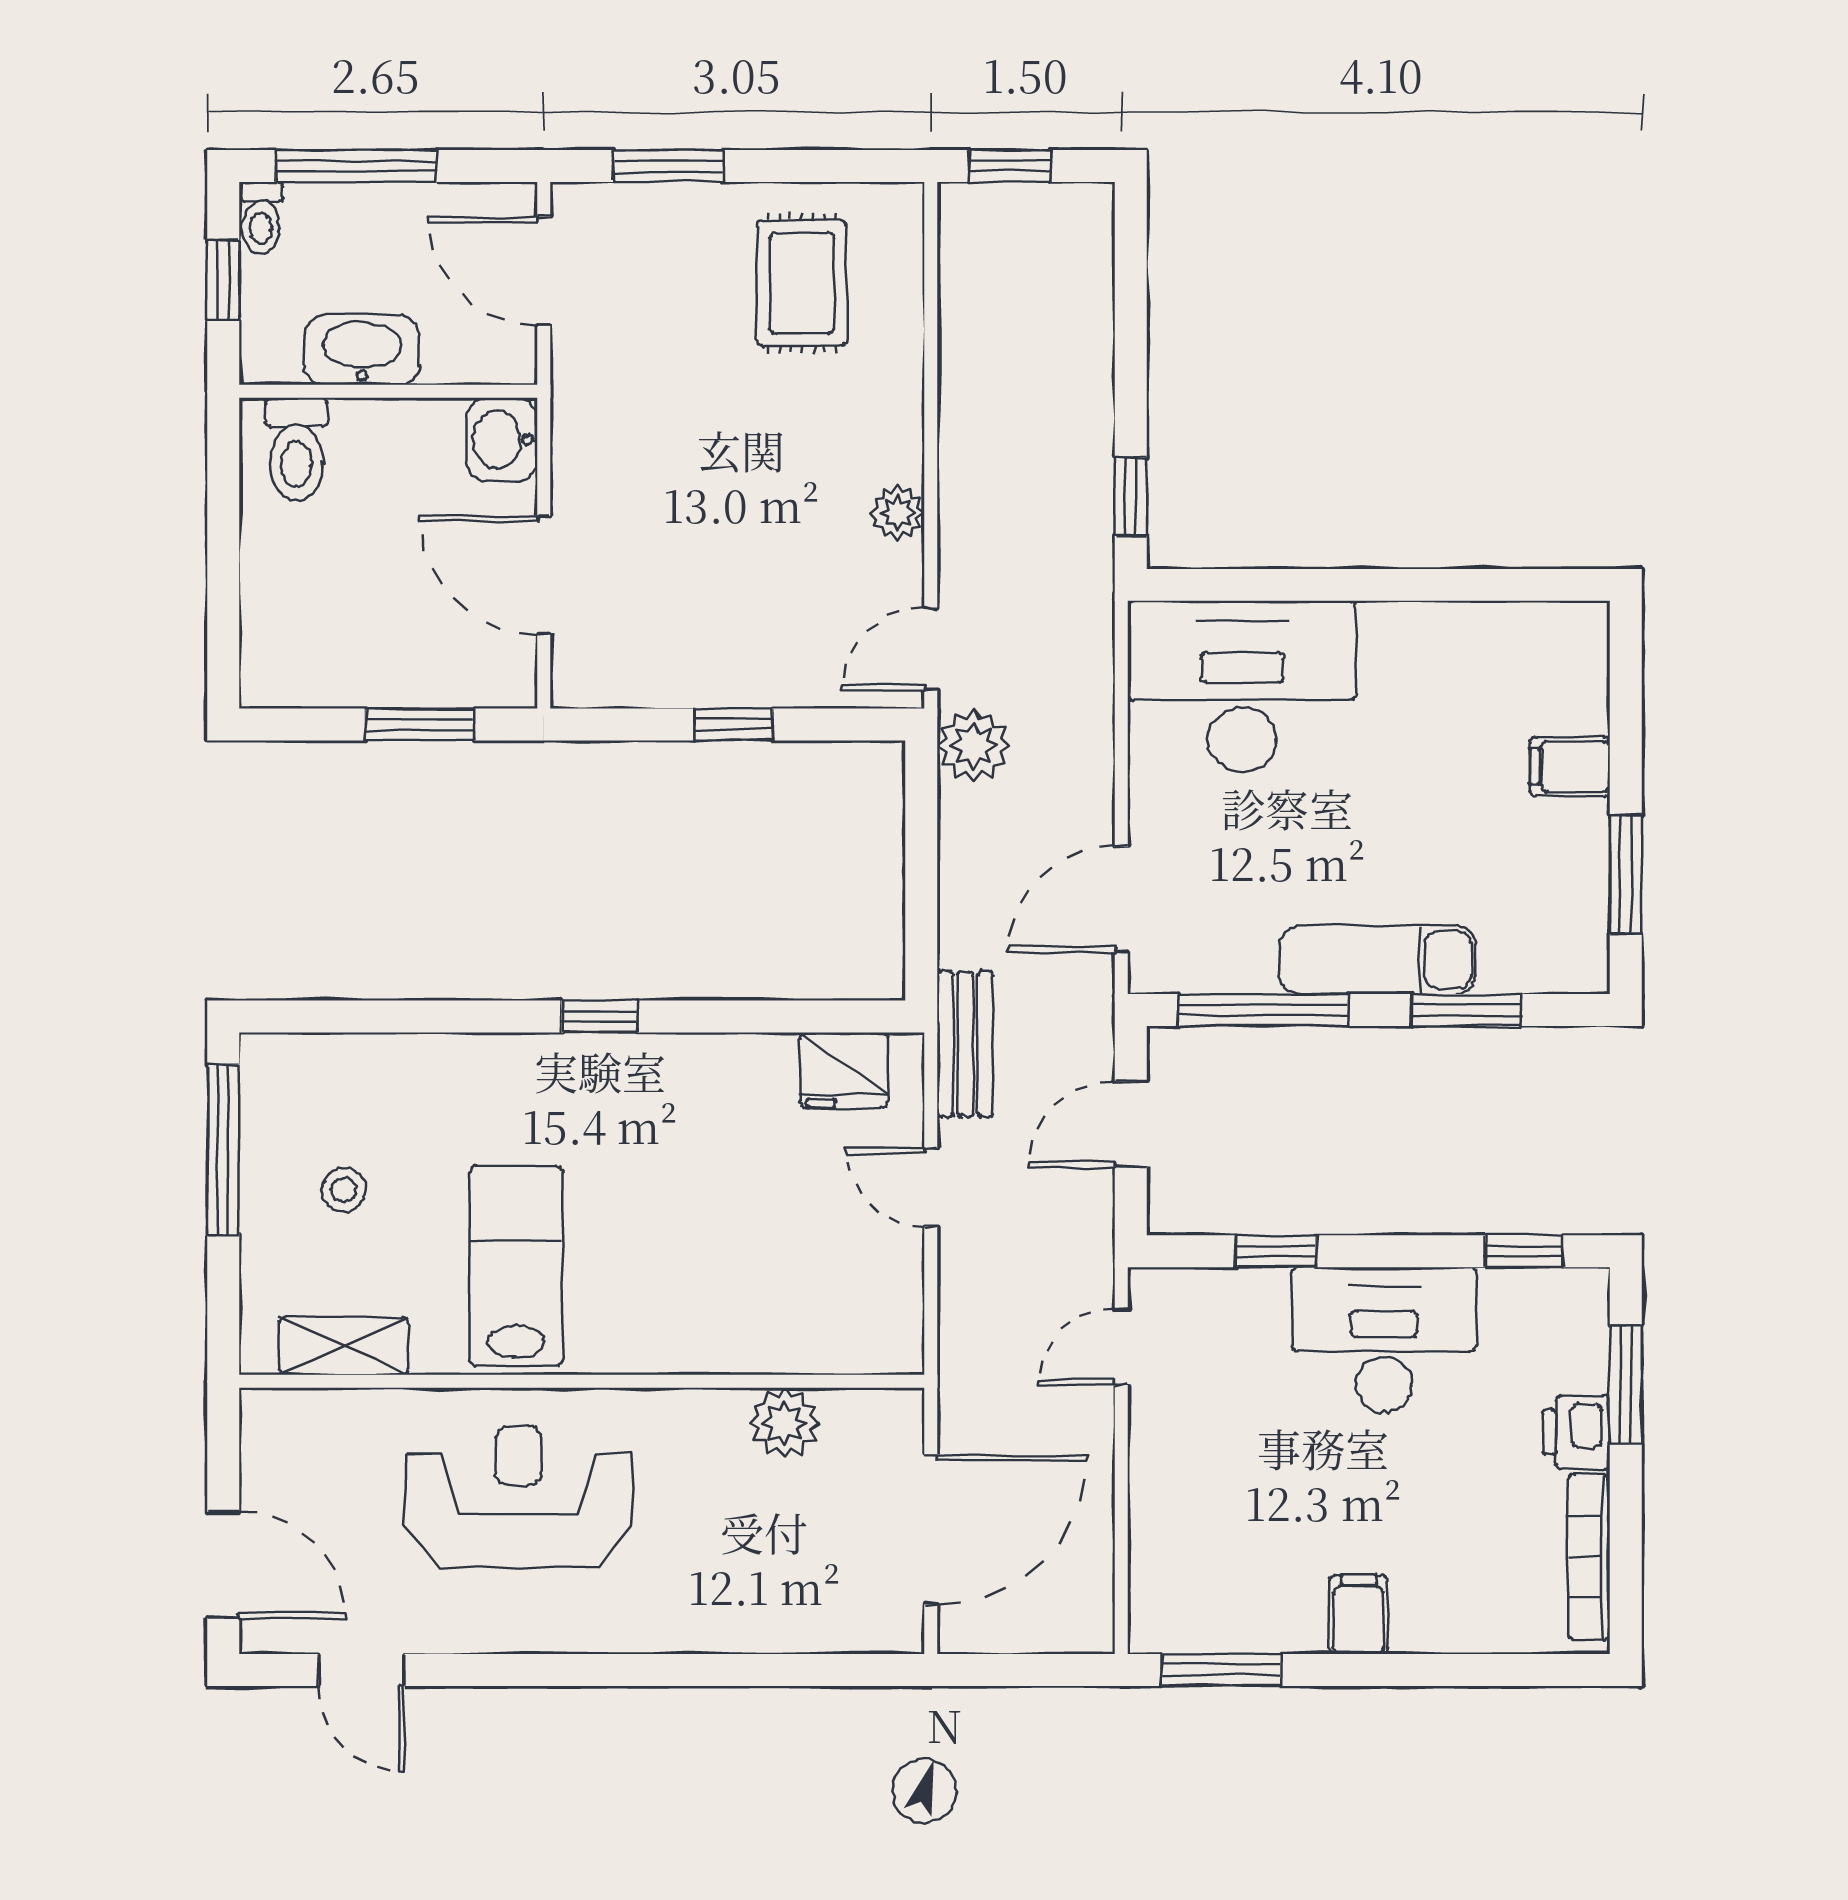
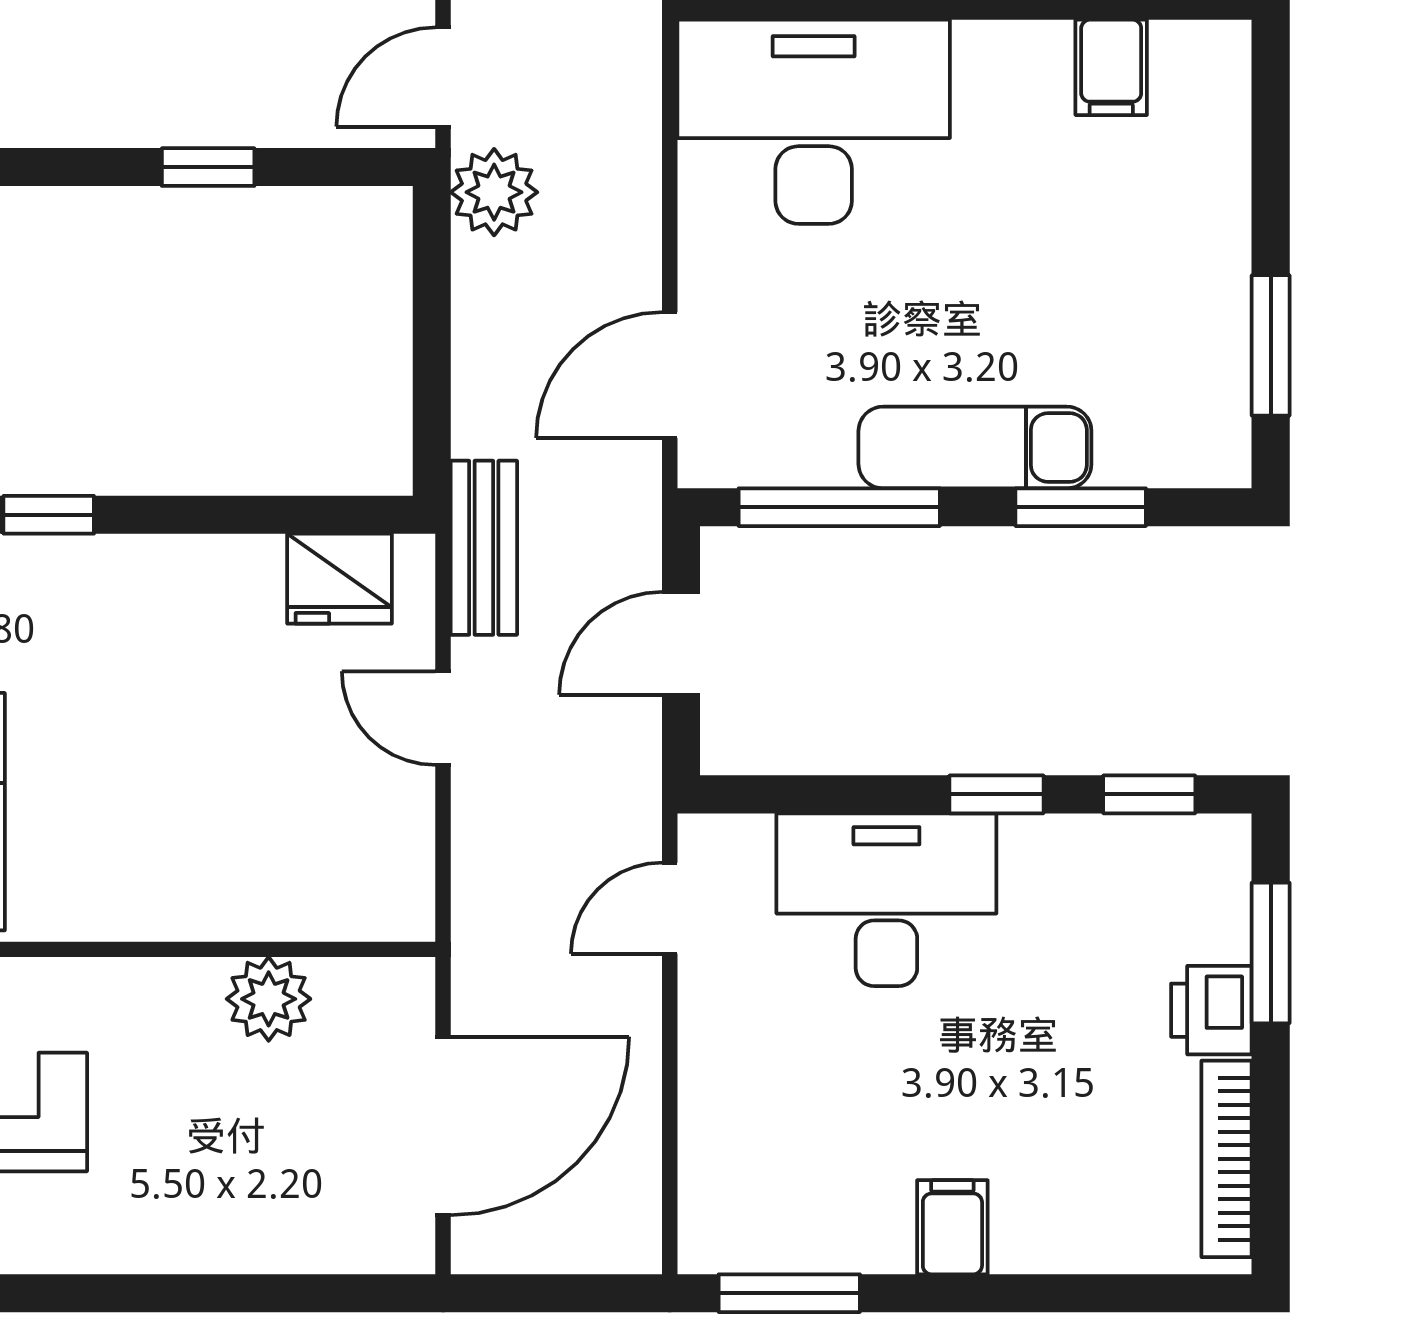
filing cabinet: (1570, 766) -> (1111, 67), moved, turned -90
window: (1276, 1251) -> (996, 794), moved
desk: (1384, 1340) -> (886, 900), moved

